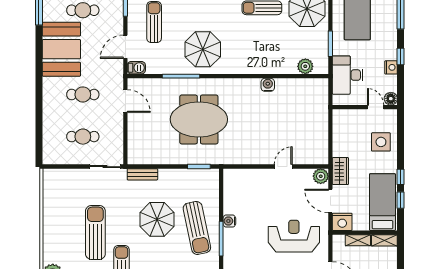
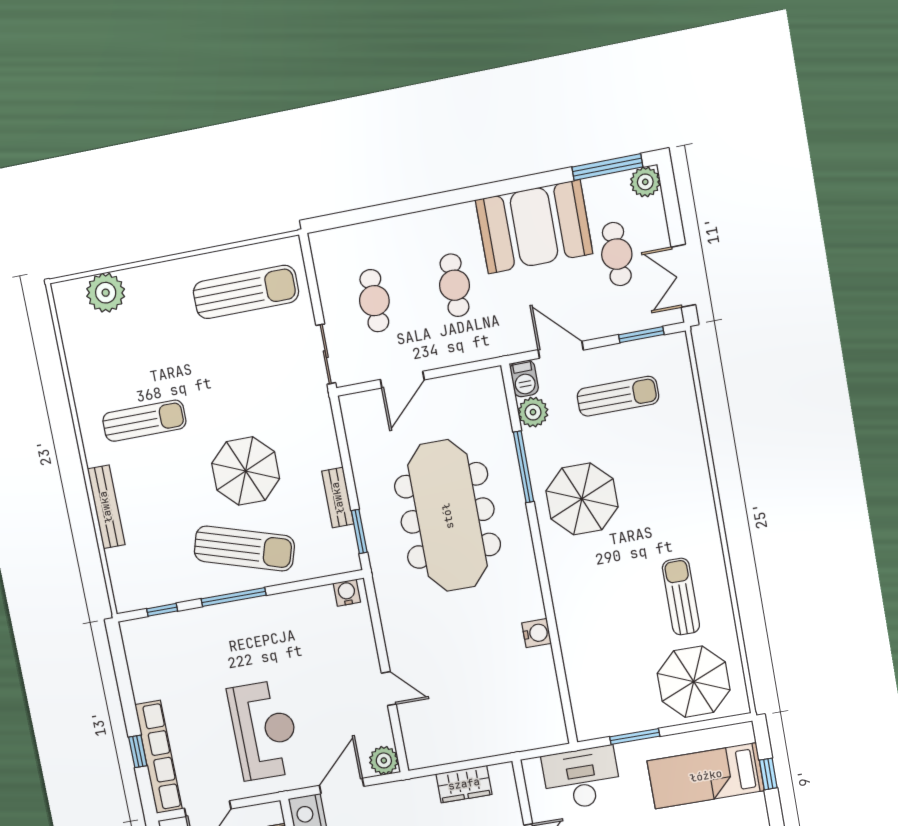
plant: (305, 66) -> (533, 412), moved
door: (125, 101) -> (402, 380), moved
meeting table: (199, 119) -> (448, 516), width x1.36
wardrobe: (340, 171) -> (464, 784), moved
bench: (142, 174) -> (338, 498), moved
water cooler: (229, 221) -> (347, 593), moved
sun lounger: (197, 228) -> (244, 548), turned -151
sun lounger: (95, 232) -> (246, 292), moved

